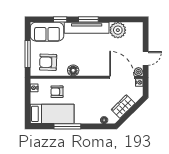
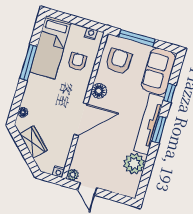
door: (122, 77) -> (81, 119), moved

